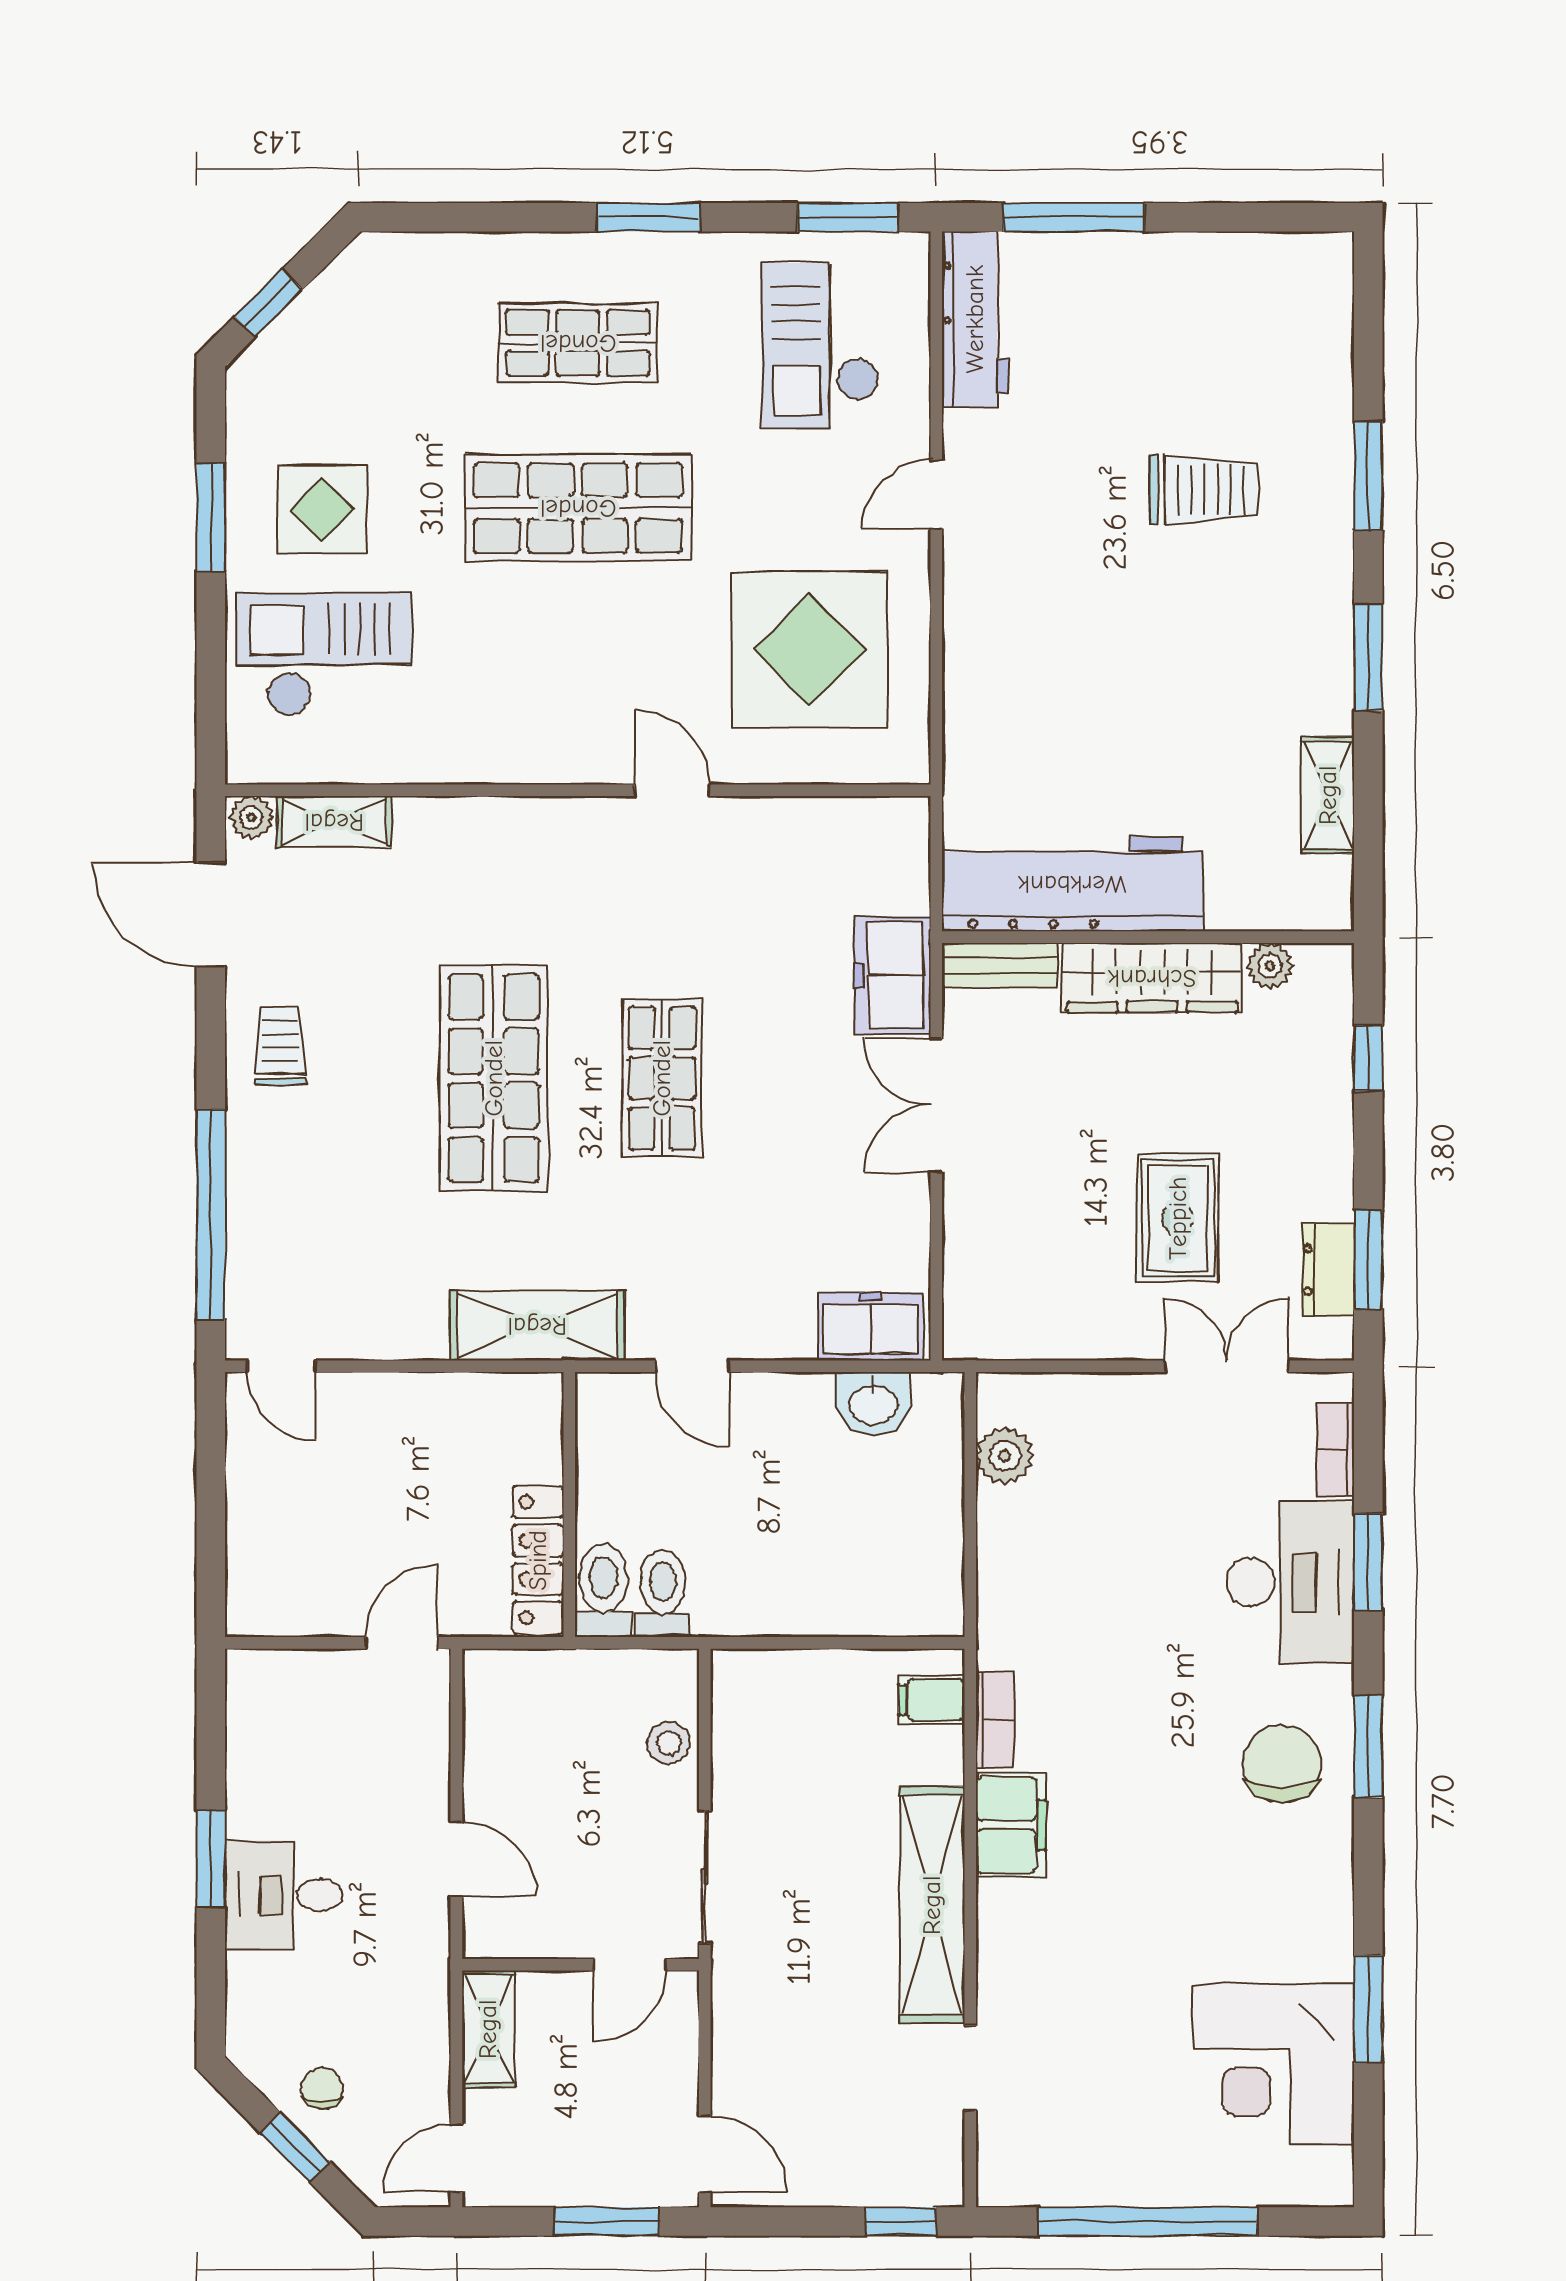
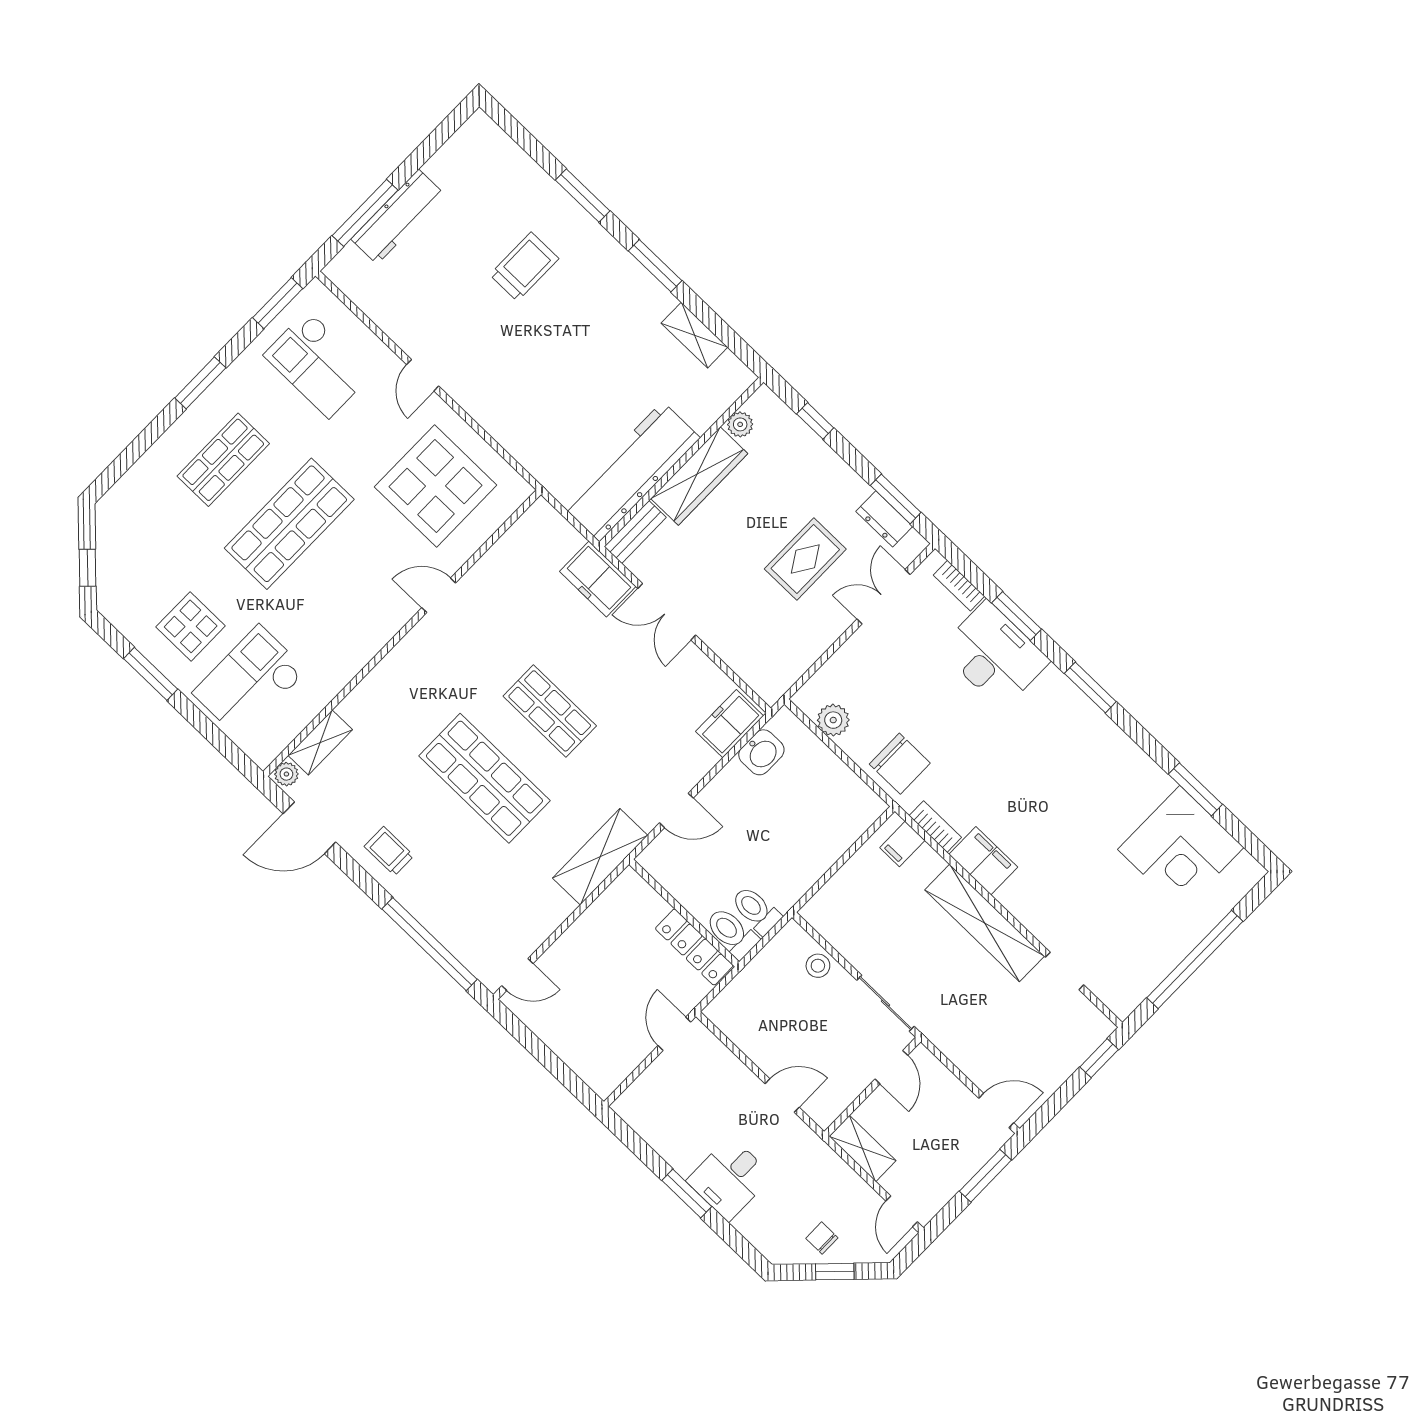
workbench: (975, 319) -> (398, 217), moved, turned 90
rug: (1178, 1218) -> (805, 559), turned 90
chair: (1282, 1764) -> (900, 764), moved, turned 180

